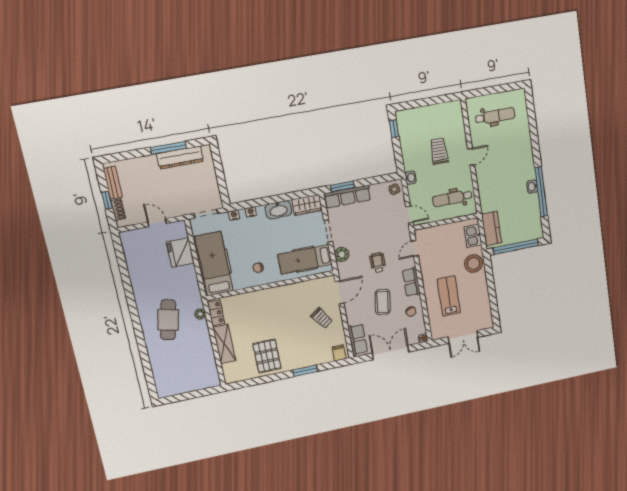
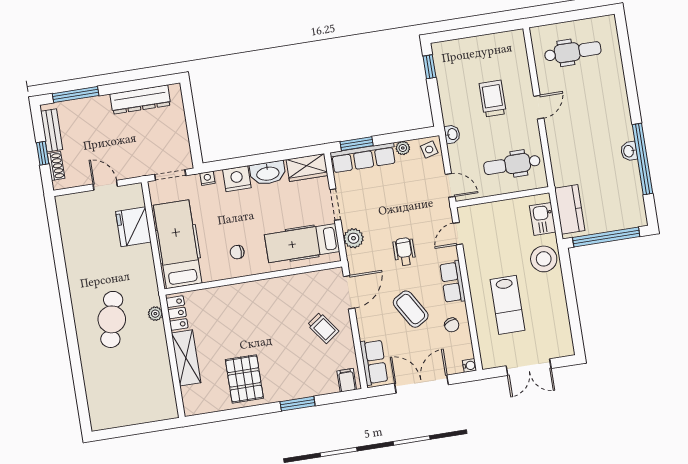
window: (168, 148) -> (76, 95), moved
plant: (376, 189) -> (403, 148), added
nightstand: (251, 212) -> (237, 179), width x1.89, depth x1.79
lab bench: (449, 296) -> (507, 305), turned 180
coffee table: (383, 302) -> (411, 309), turned -39

